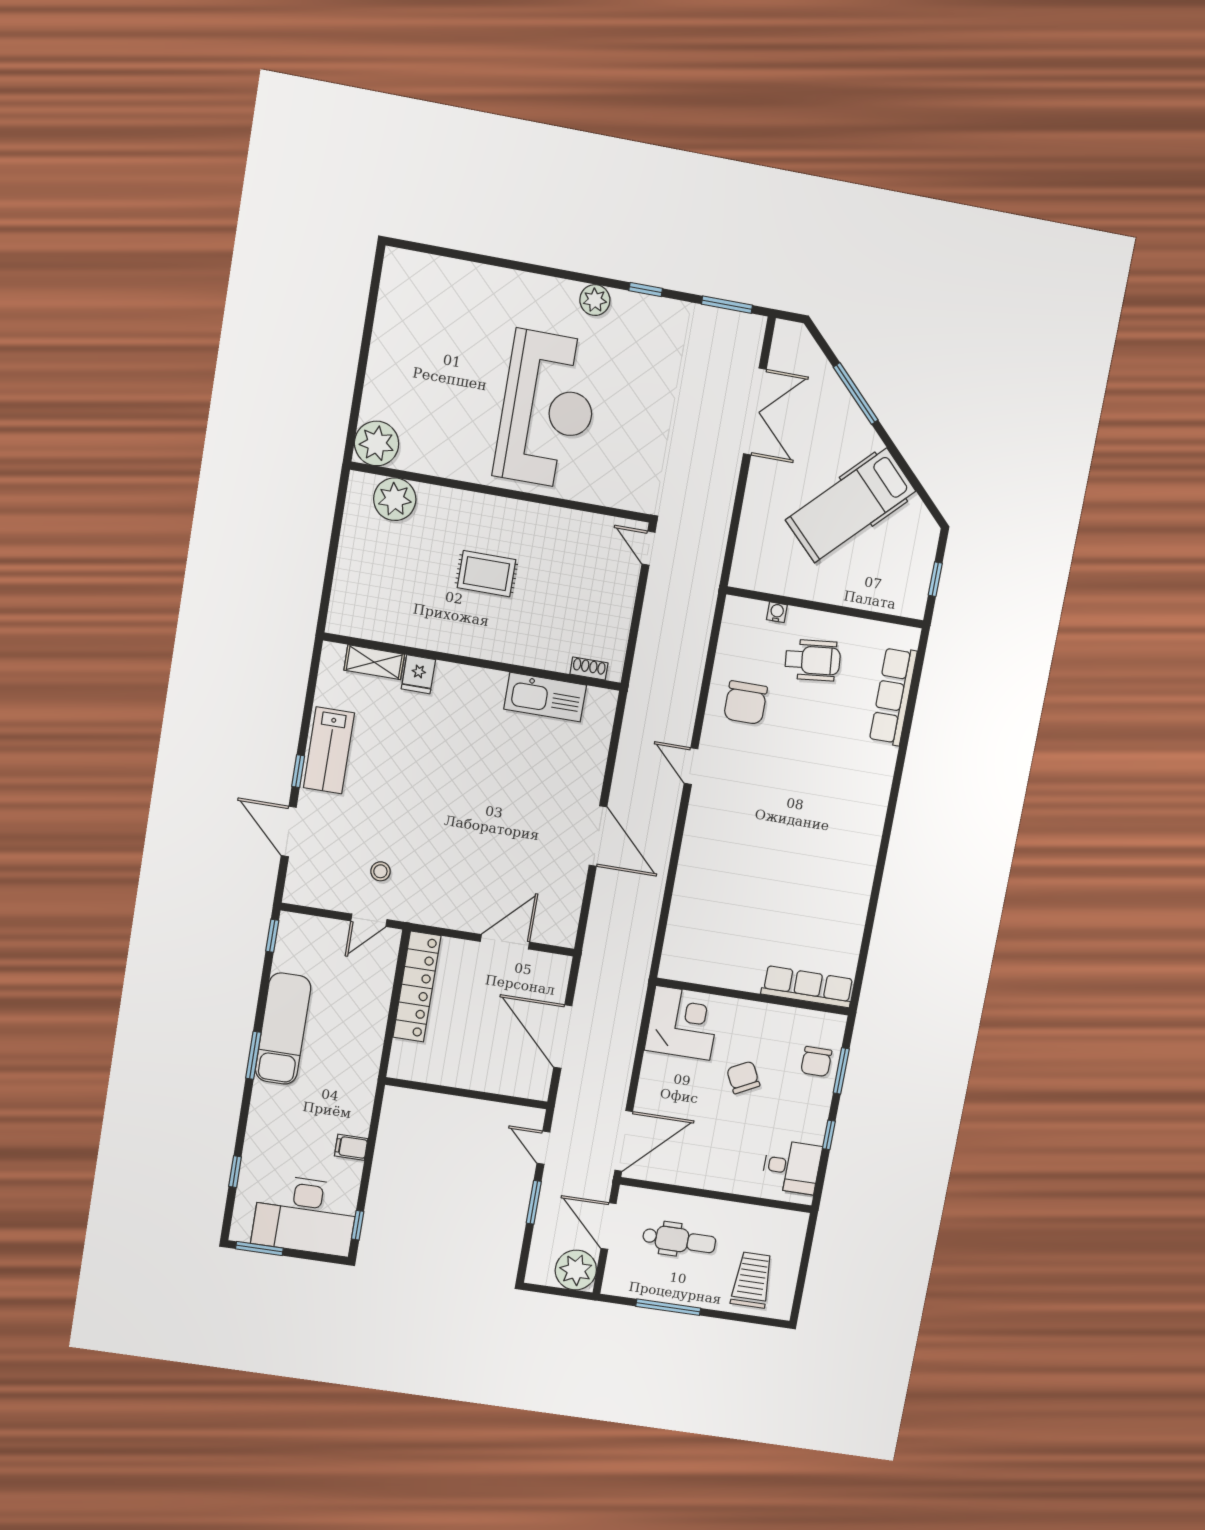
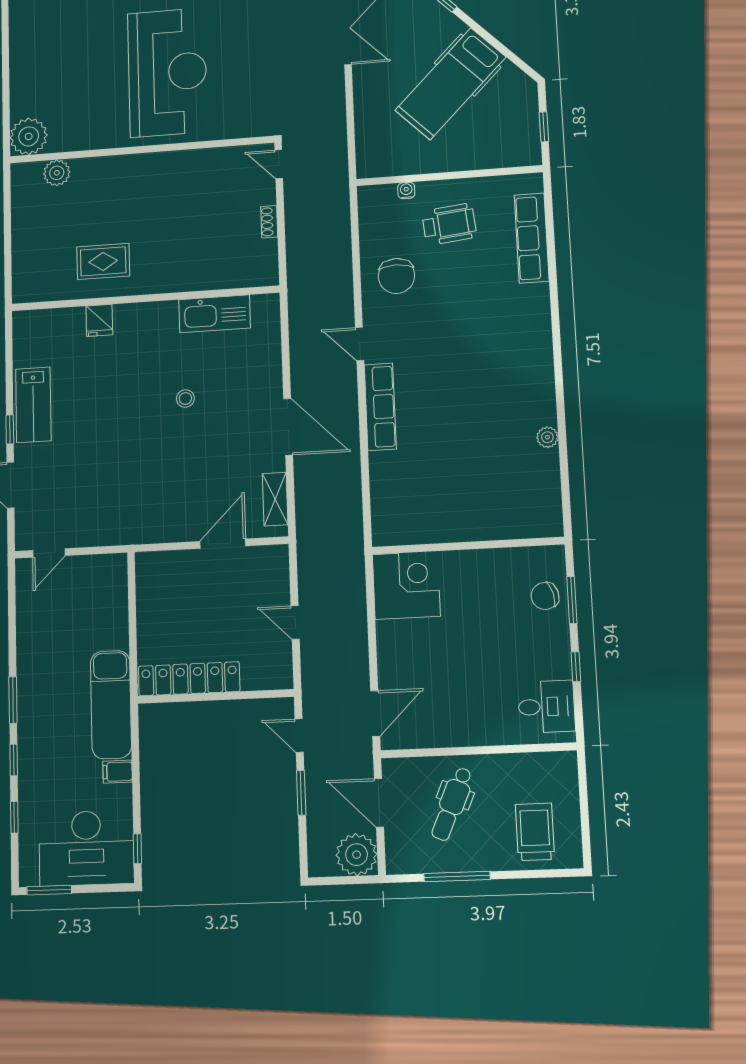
plant: (395, 499) -> (57, 173), width x0.73, depth x0.73
rug: (486, 574) -> (103, 261), moved
shelving: (374, 662) -> (275, 499), moved, turned 90
shoe rack: (589, 669) -> (269, 222), moved, turned -90
stool: (380, 871) -> (185, 399), moved
plant: (858, 906) -> (547, 437), added
door: (369, 920) -> (49, 553), moved
window: (272, 936) -> (14, 760), moved
locker: (417, 987) -> (189, 679), moved, turned -90
row of seats: (808, 987) -> (380, 407), moved, turned 90
exam couch: (283, 1029) -> (111, 705), moved, turned 180
door: (563, 1037) -> (295, 622), width x0.53
chair: (816, 1062) -> (545, 596), turned 74
chair: (743, 1077) -> (477, 626), removed
door: (624, 1141) -> (375, 713), width x0.73
dental chair: (679, 1240) -> (452, 804), turned 114

